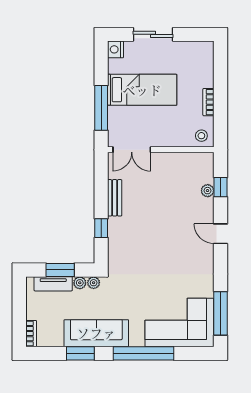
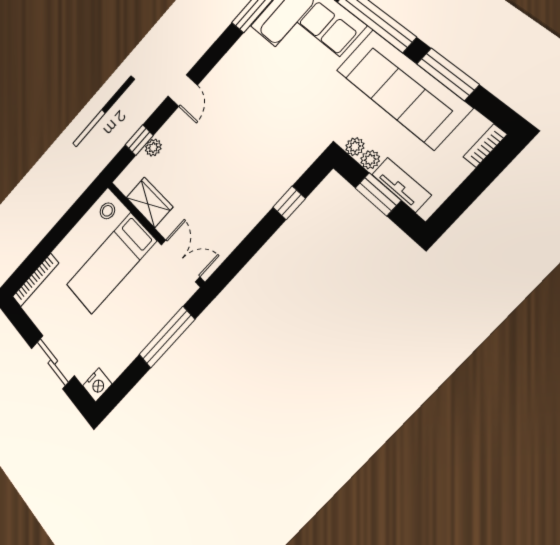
bed: (142, 90) -> (111, 263), moved, turned -90
bookcase: (208, 102) -> (36, 280), moved, width x1.56
wardrobe: (180, 162) -> (149, 202), added
bench: (115, 198) -> (244, 224), removed
sofa: (96, 333) -> (403, 89), width x1.36, depth x1.27
window: (80, 353) -> (448, 74), width x1.44

